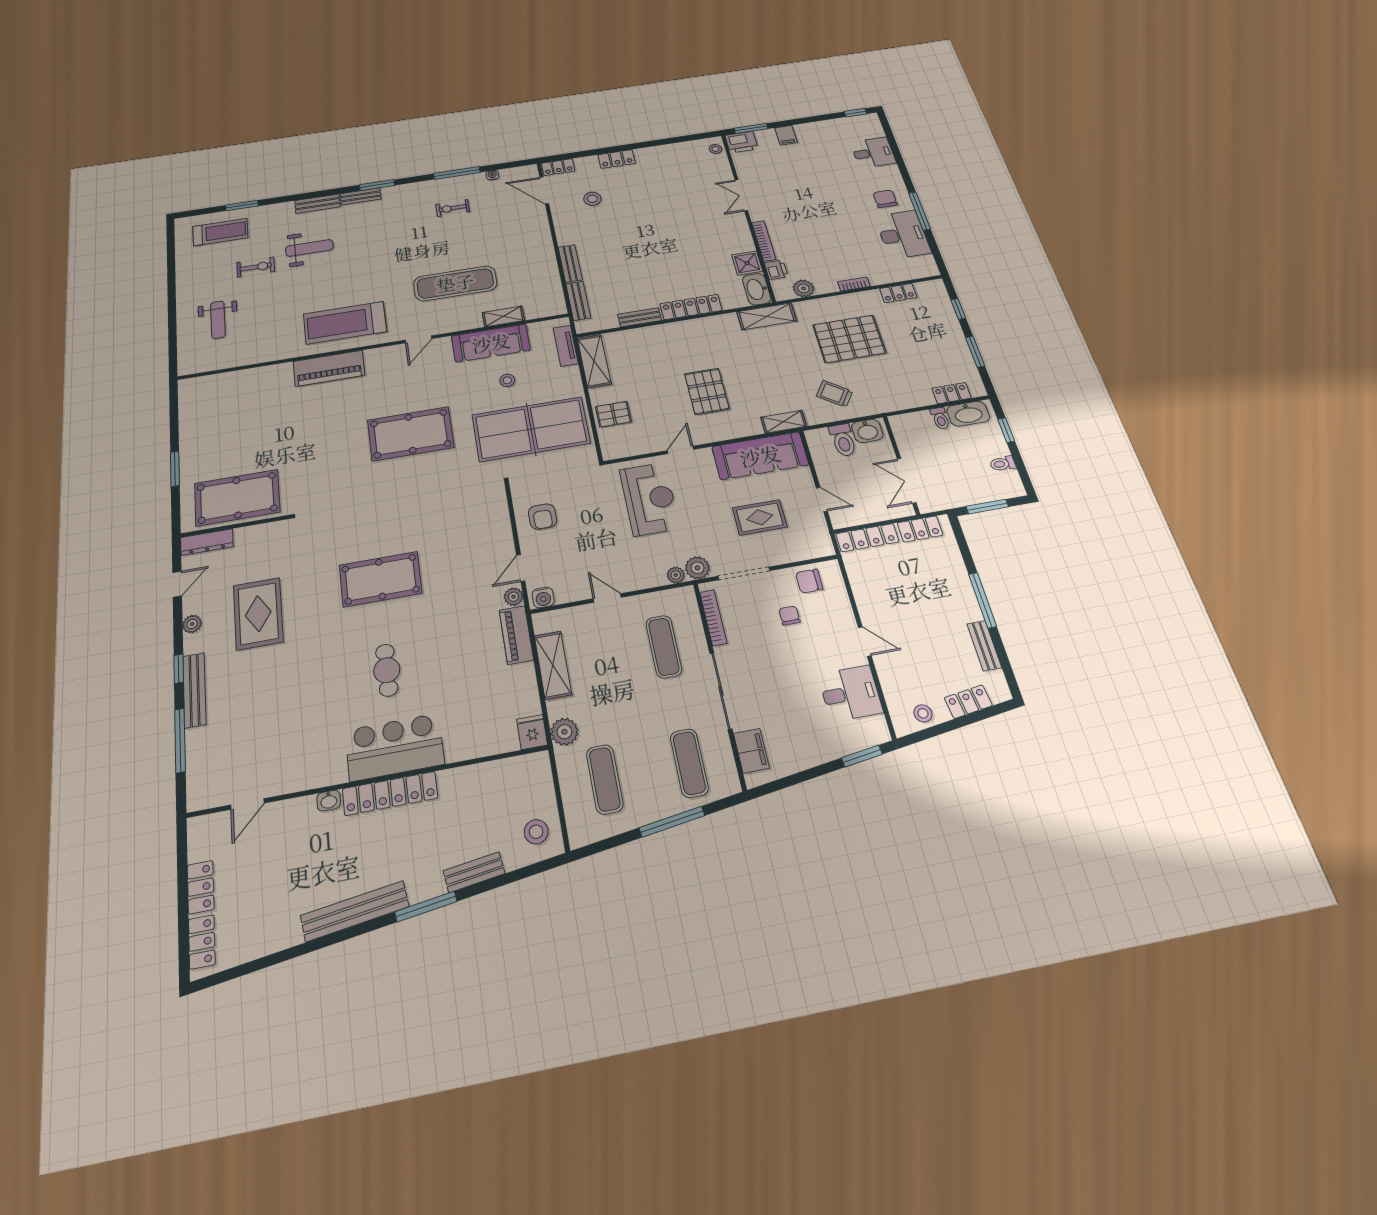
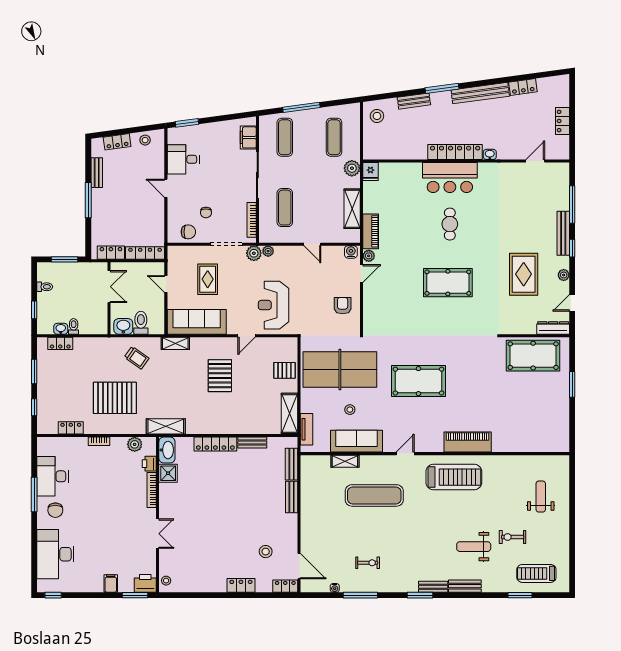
desk: (873, 153) -> (55, 554), width x1.87, depth x1.30
washbasin: (968, 414) -> (61, 329), width x0.52, depth x0.69
rug: (760, 517) -> (208, 279), turned 90
locker: (202, 942) -> (523, 87), moved, turned -98

